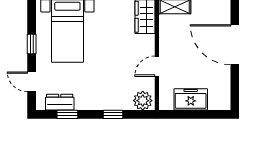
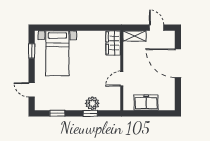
window: (32, 44) -> (32, 51), moved
plant: (143, 101) -> (92, 103), moved
dresser: (60, 102) -> (52, 105), removed

